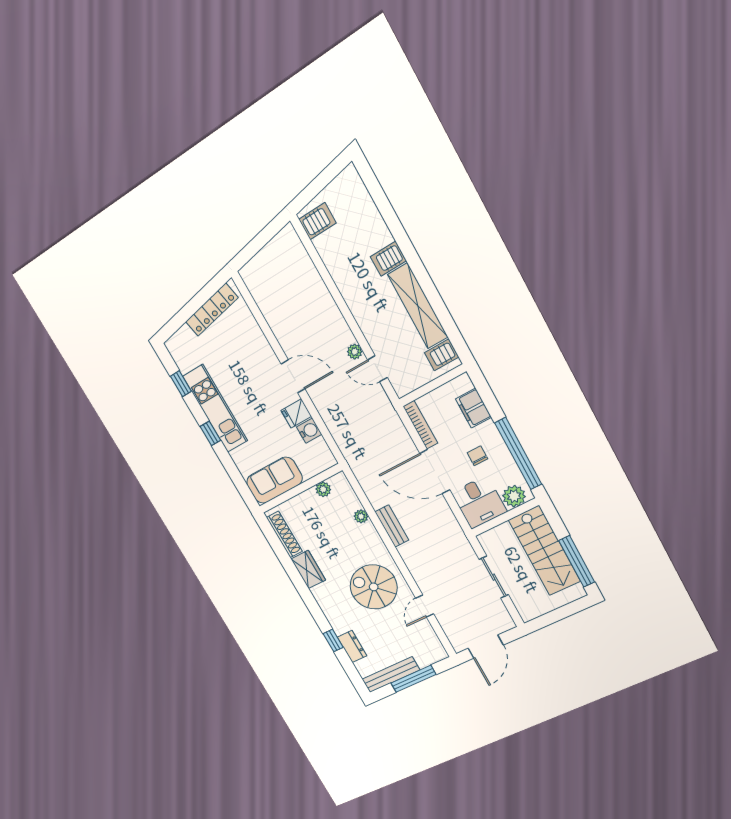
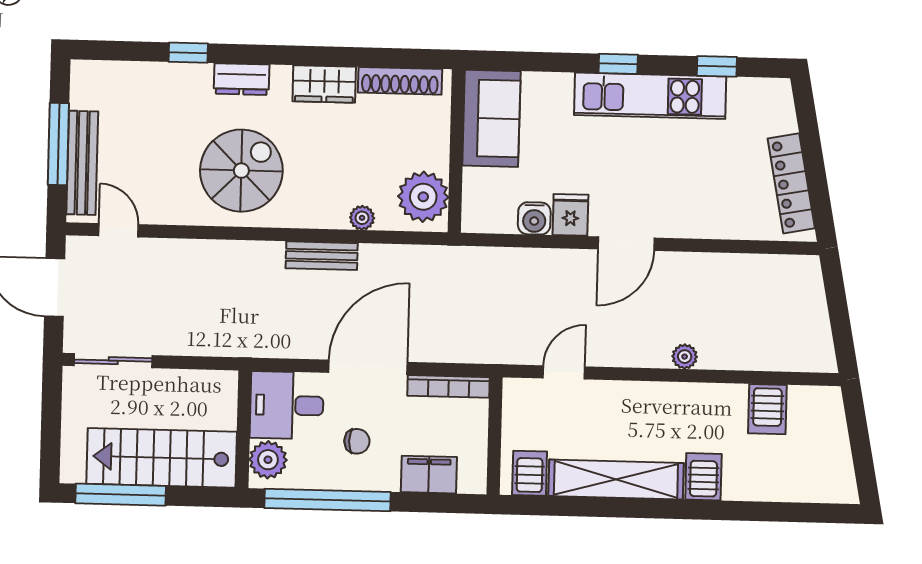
server rack: (317, 221) -> (767, 409), moved
plant: (355, 352) -> (685, 357), moved
plant: (323, 489) -> (423, 197), width x1.88, depth x1.88
sliding door: (494, 577) -> (113, 361), moved
door: (425, 606) -> (118, 230), moved
dresser: (352, 646) -> (242, 79), moved
bench: (391, 675) -> (82, 163), moved

